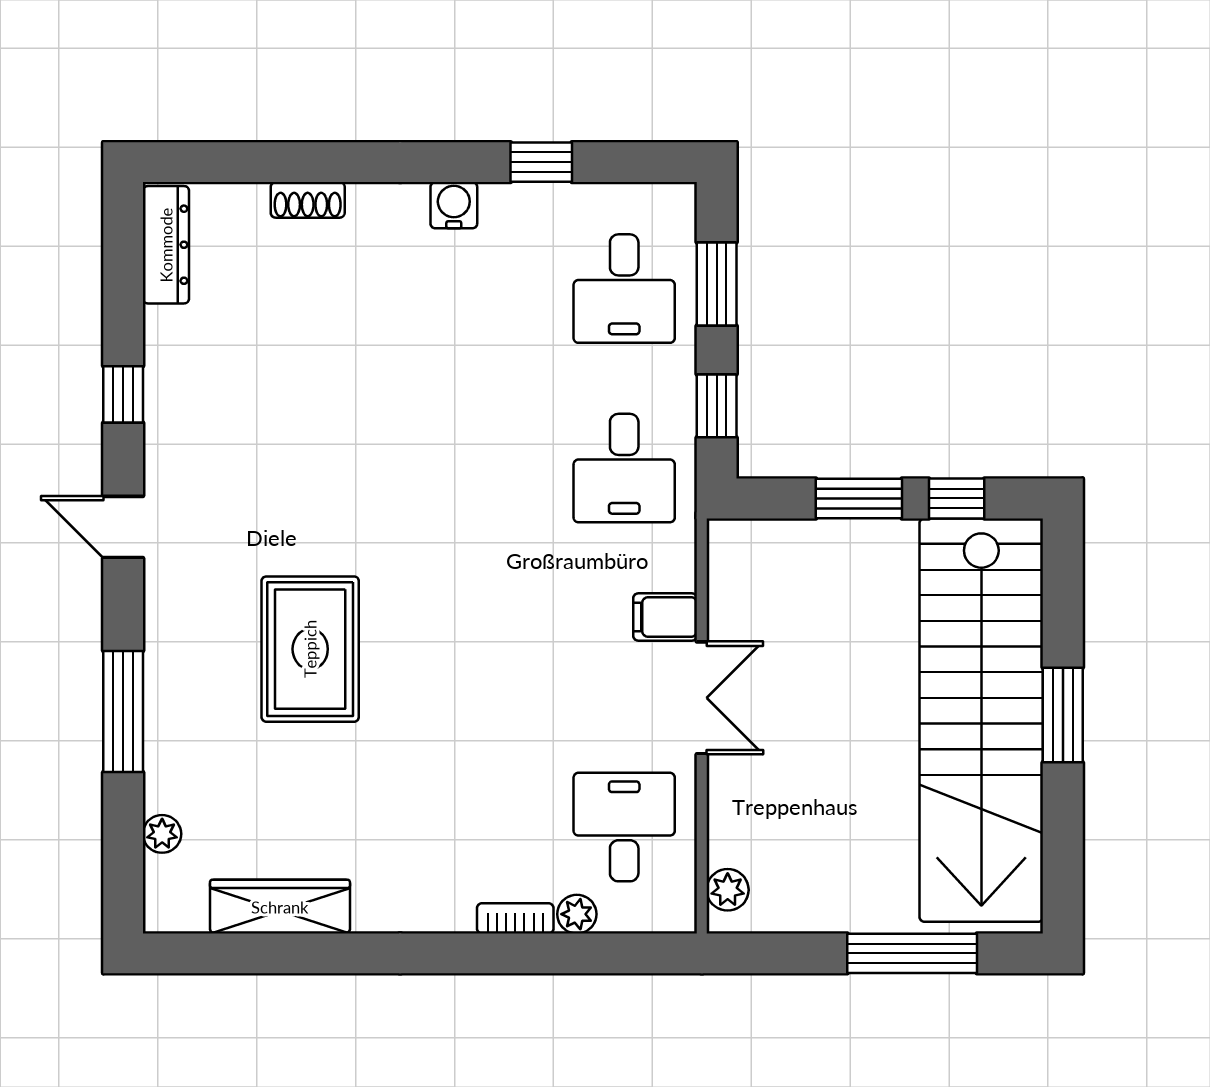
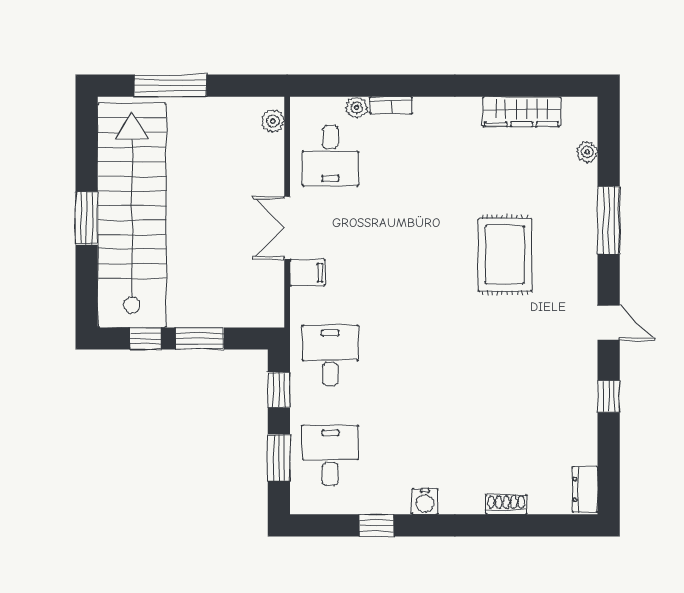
dresser: (166, 245) -> (585, 489), width x0.70

